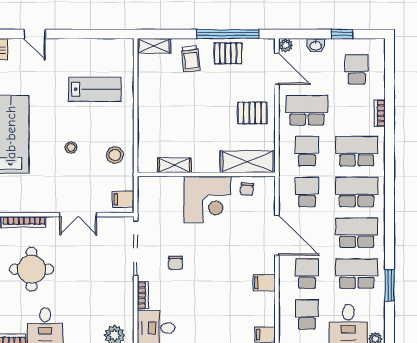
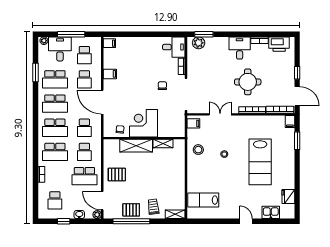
lab bench: (95, 89) -> (203, 200), moved
shelving: (248, 162) -> (136, 146), moved

